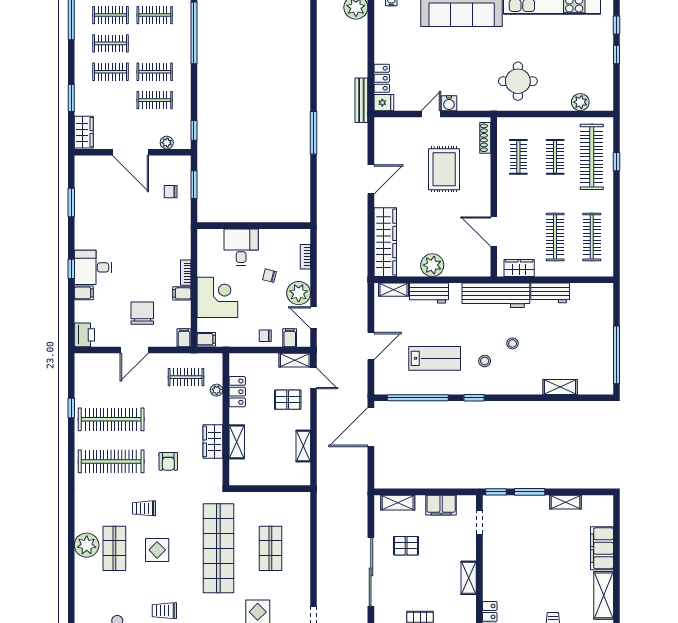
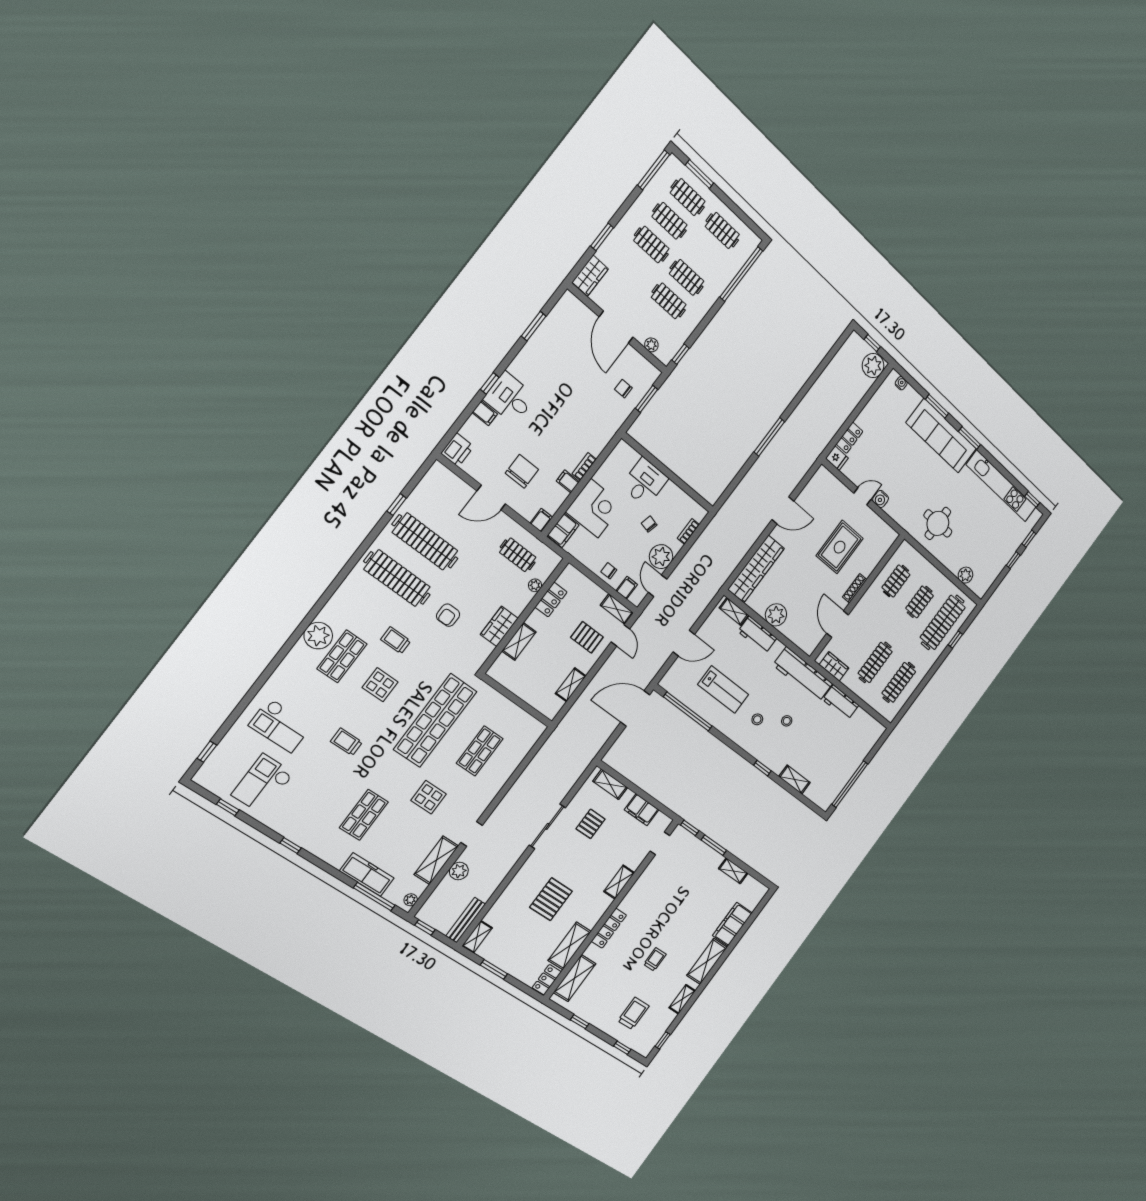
bench: (361, 100) -> (823, 442), removed
shoe rack: (485, 138) -> (855, 588), moved
filing cabinet: (206, 339) -> (563, 530), width x2.00
window: (474, 398) -> (762, 768), moved
pallet: (406, 546) -> (591, 824), turned 90
sliding door: (371, 572) -> (547, 826), width x0.73

